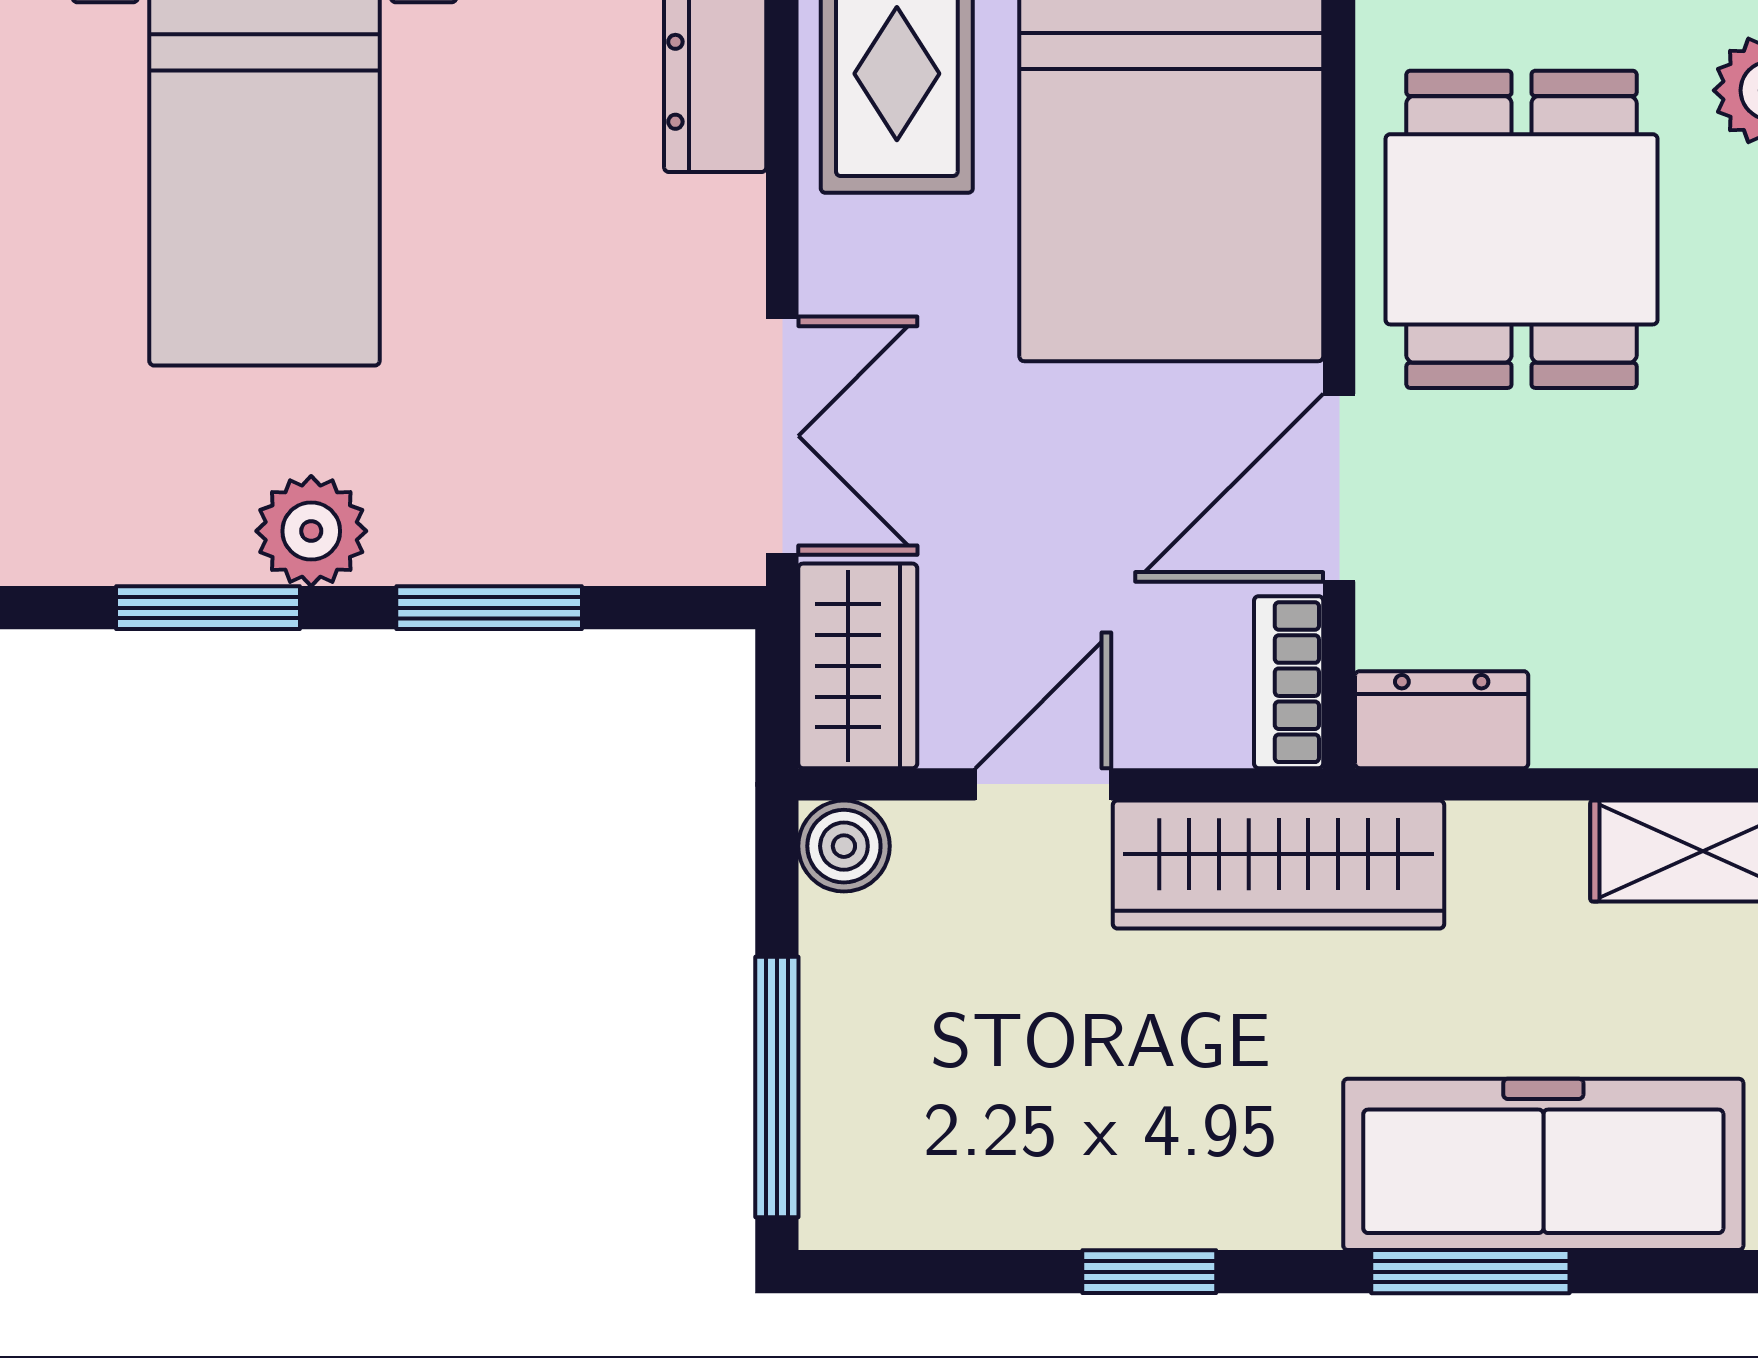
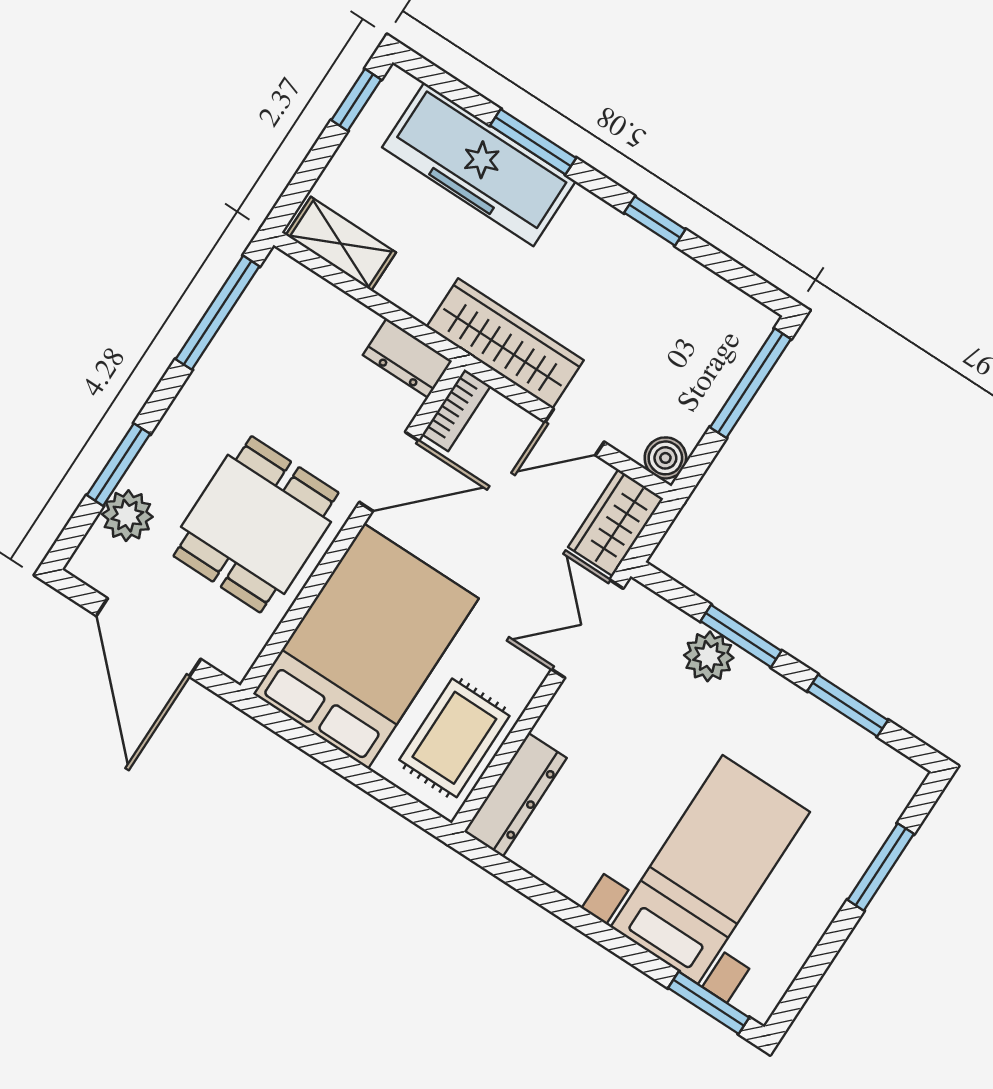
plant: (311, 531) -> (709, 656), moved

